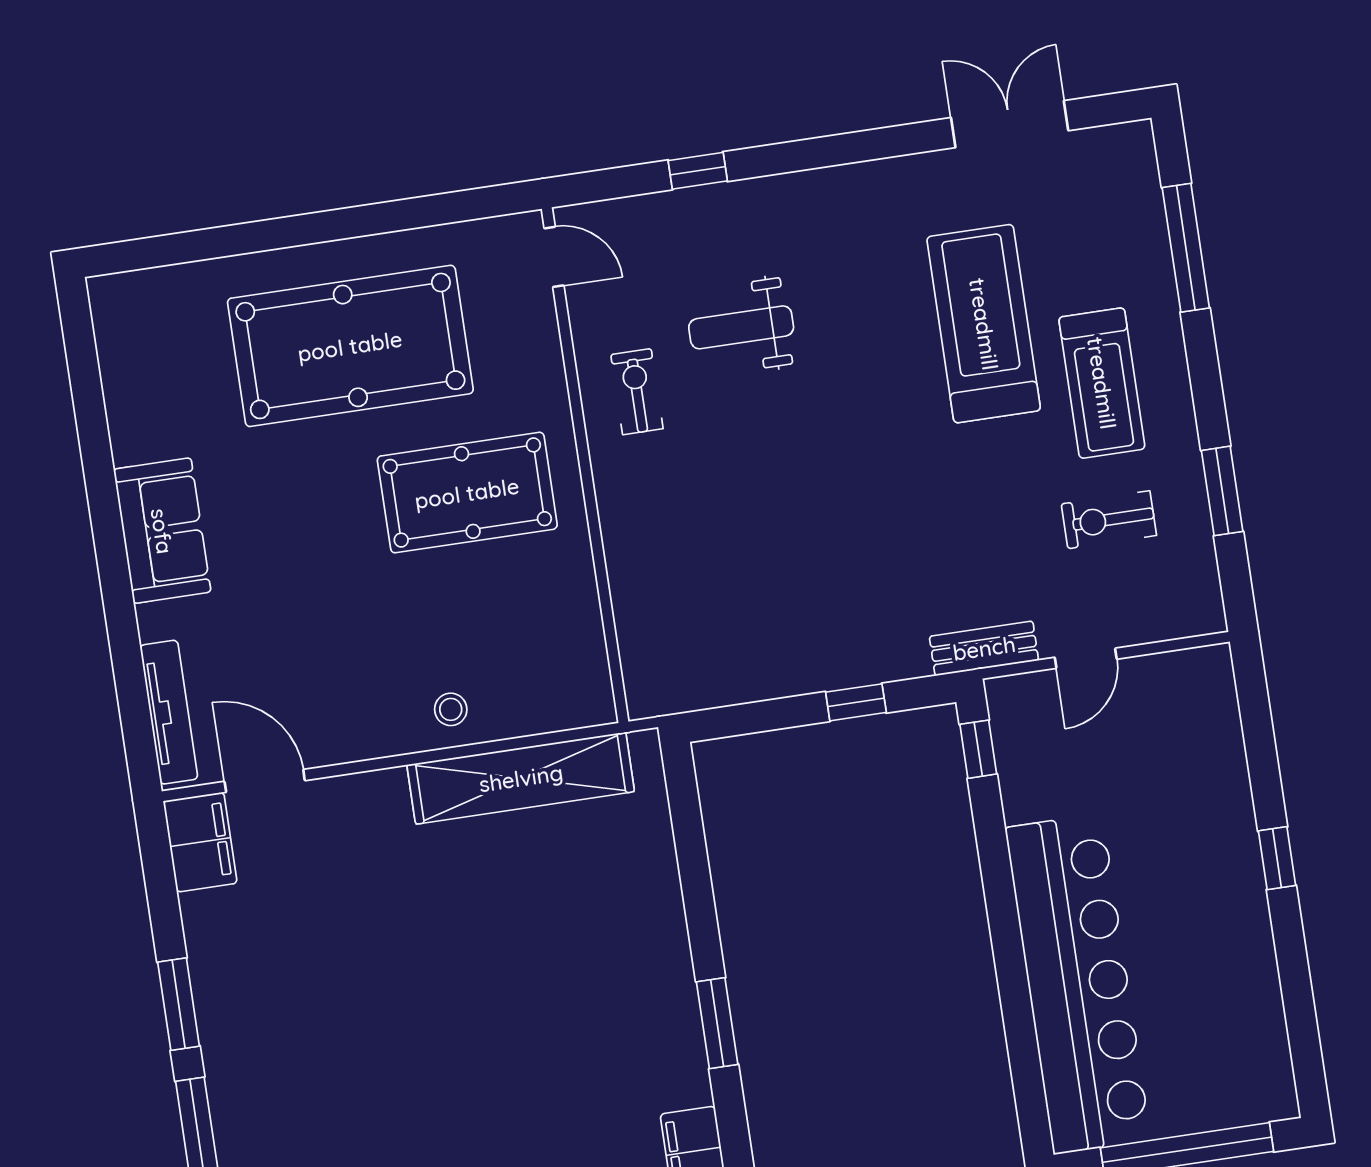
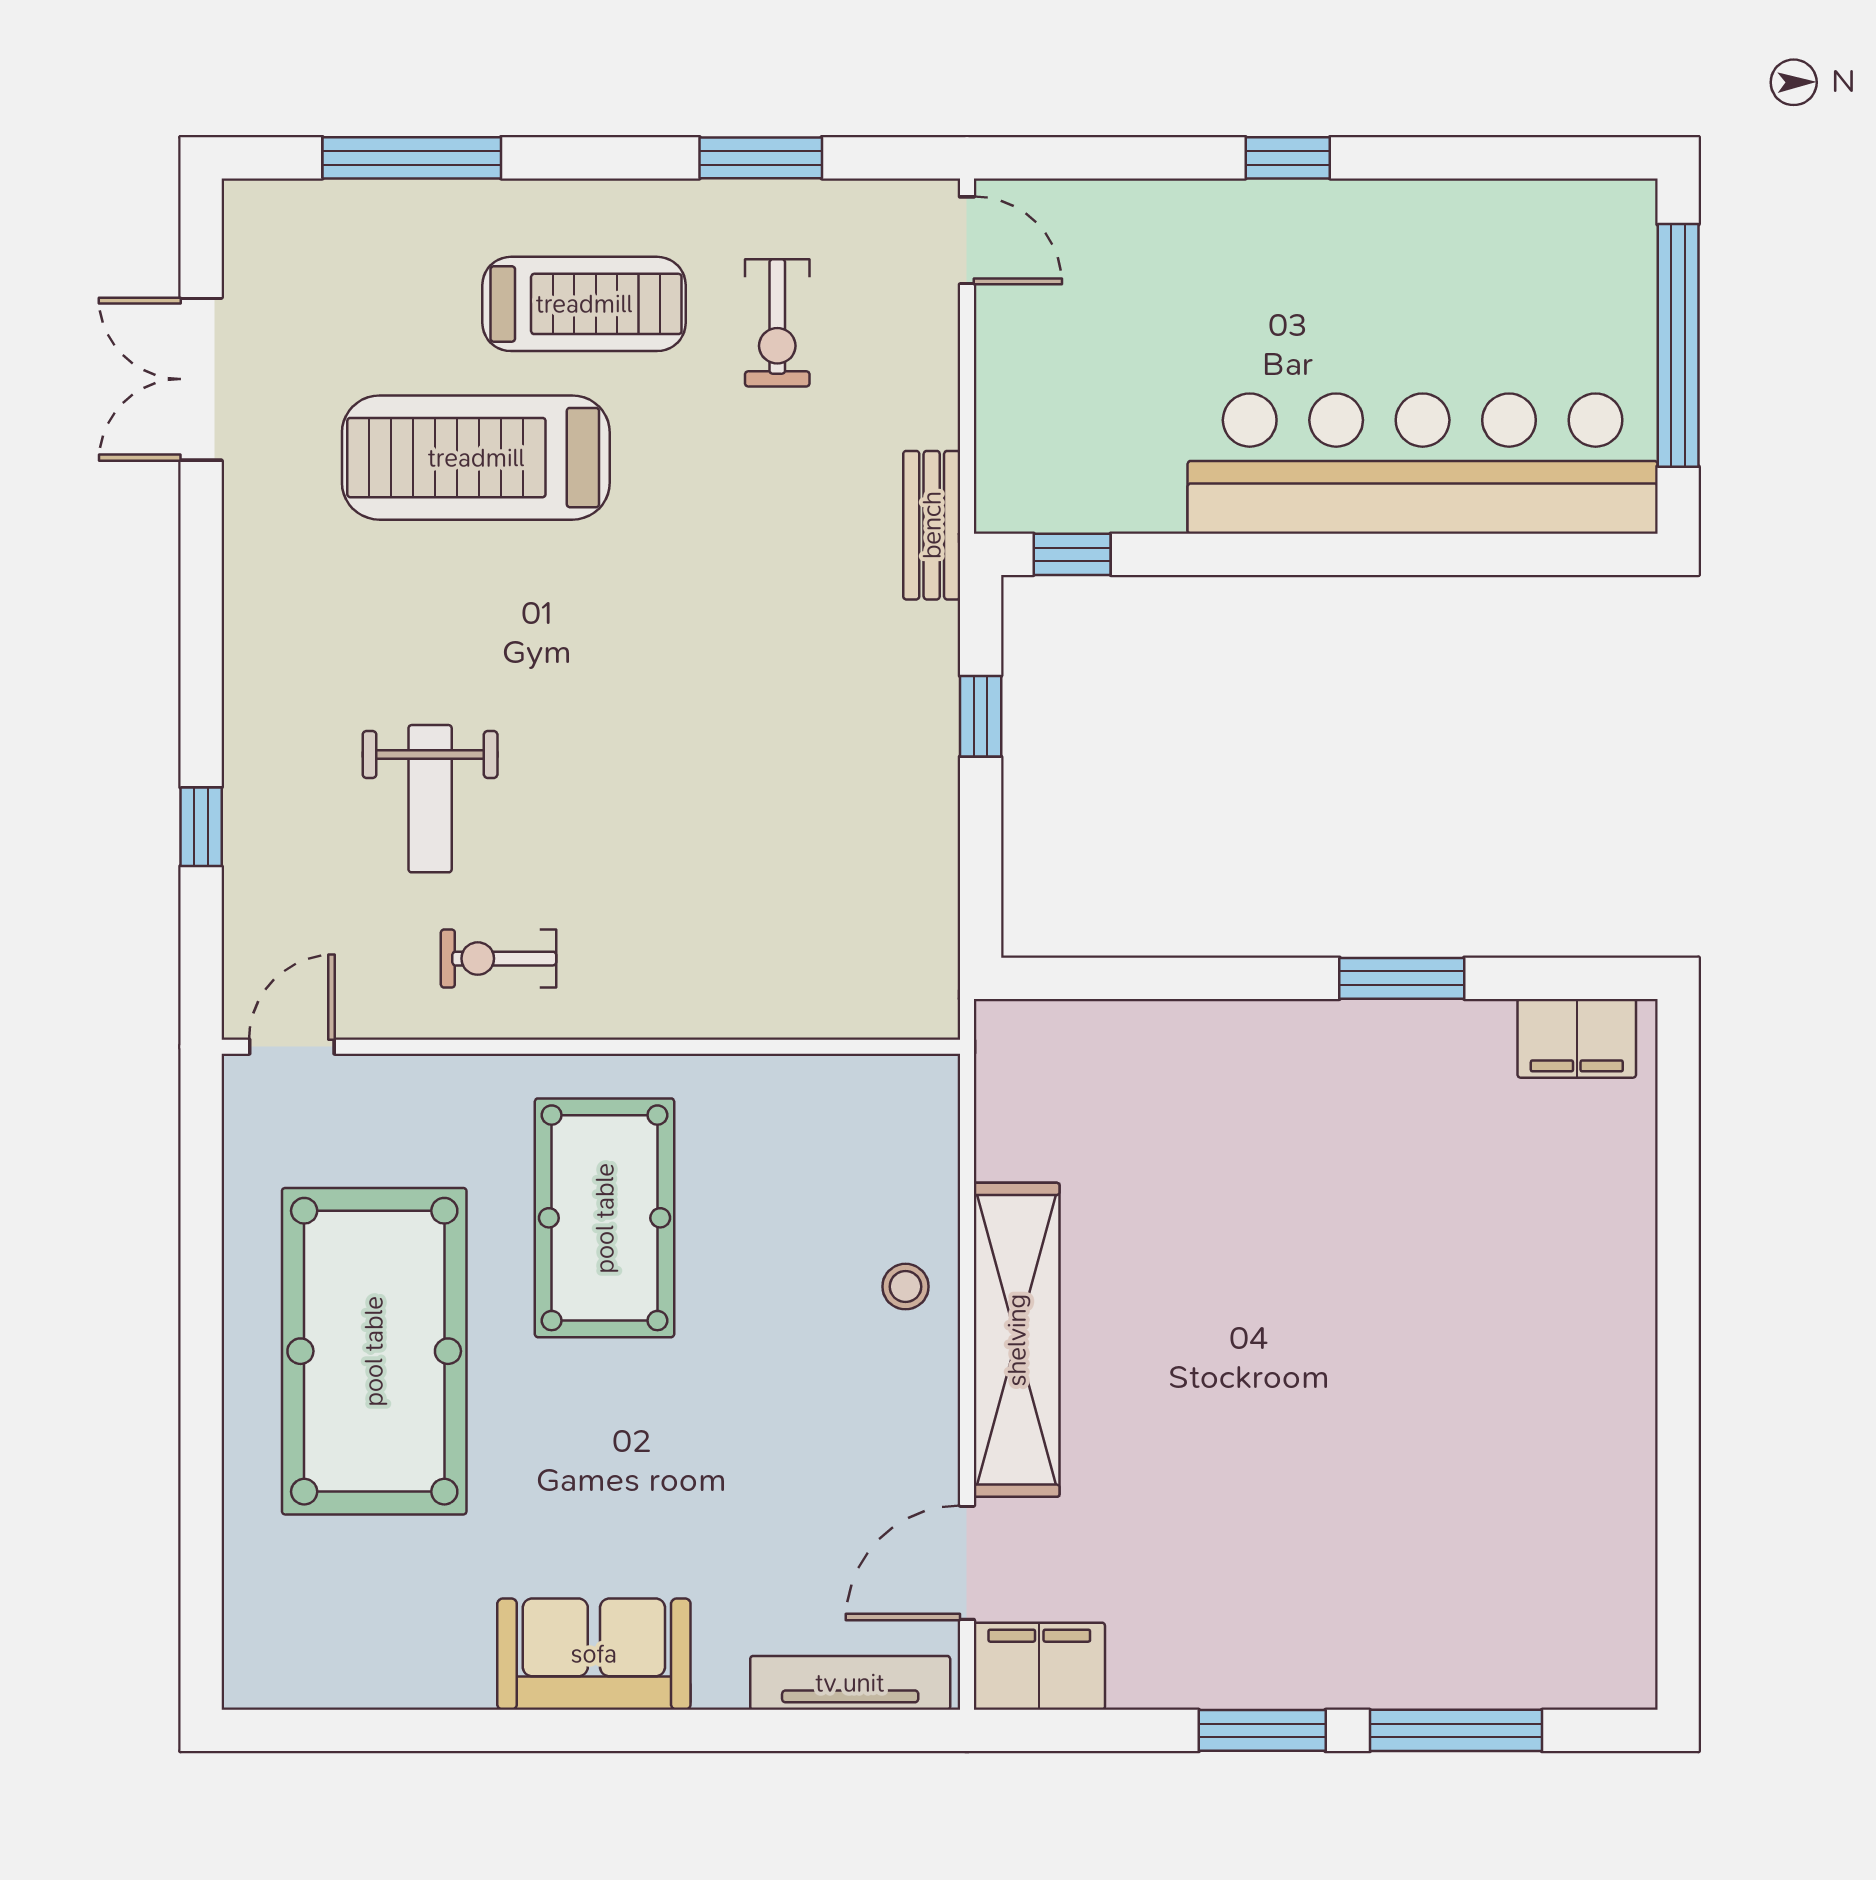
door: (1086, 658) -> (967, 240), moved
shelving: (521, 778) -> (1017, 1340), moved

